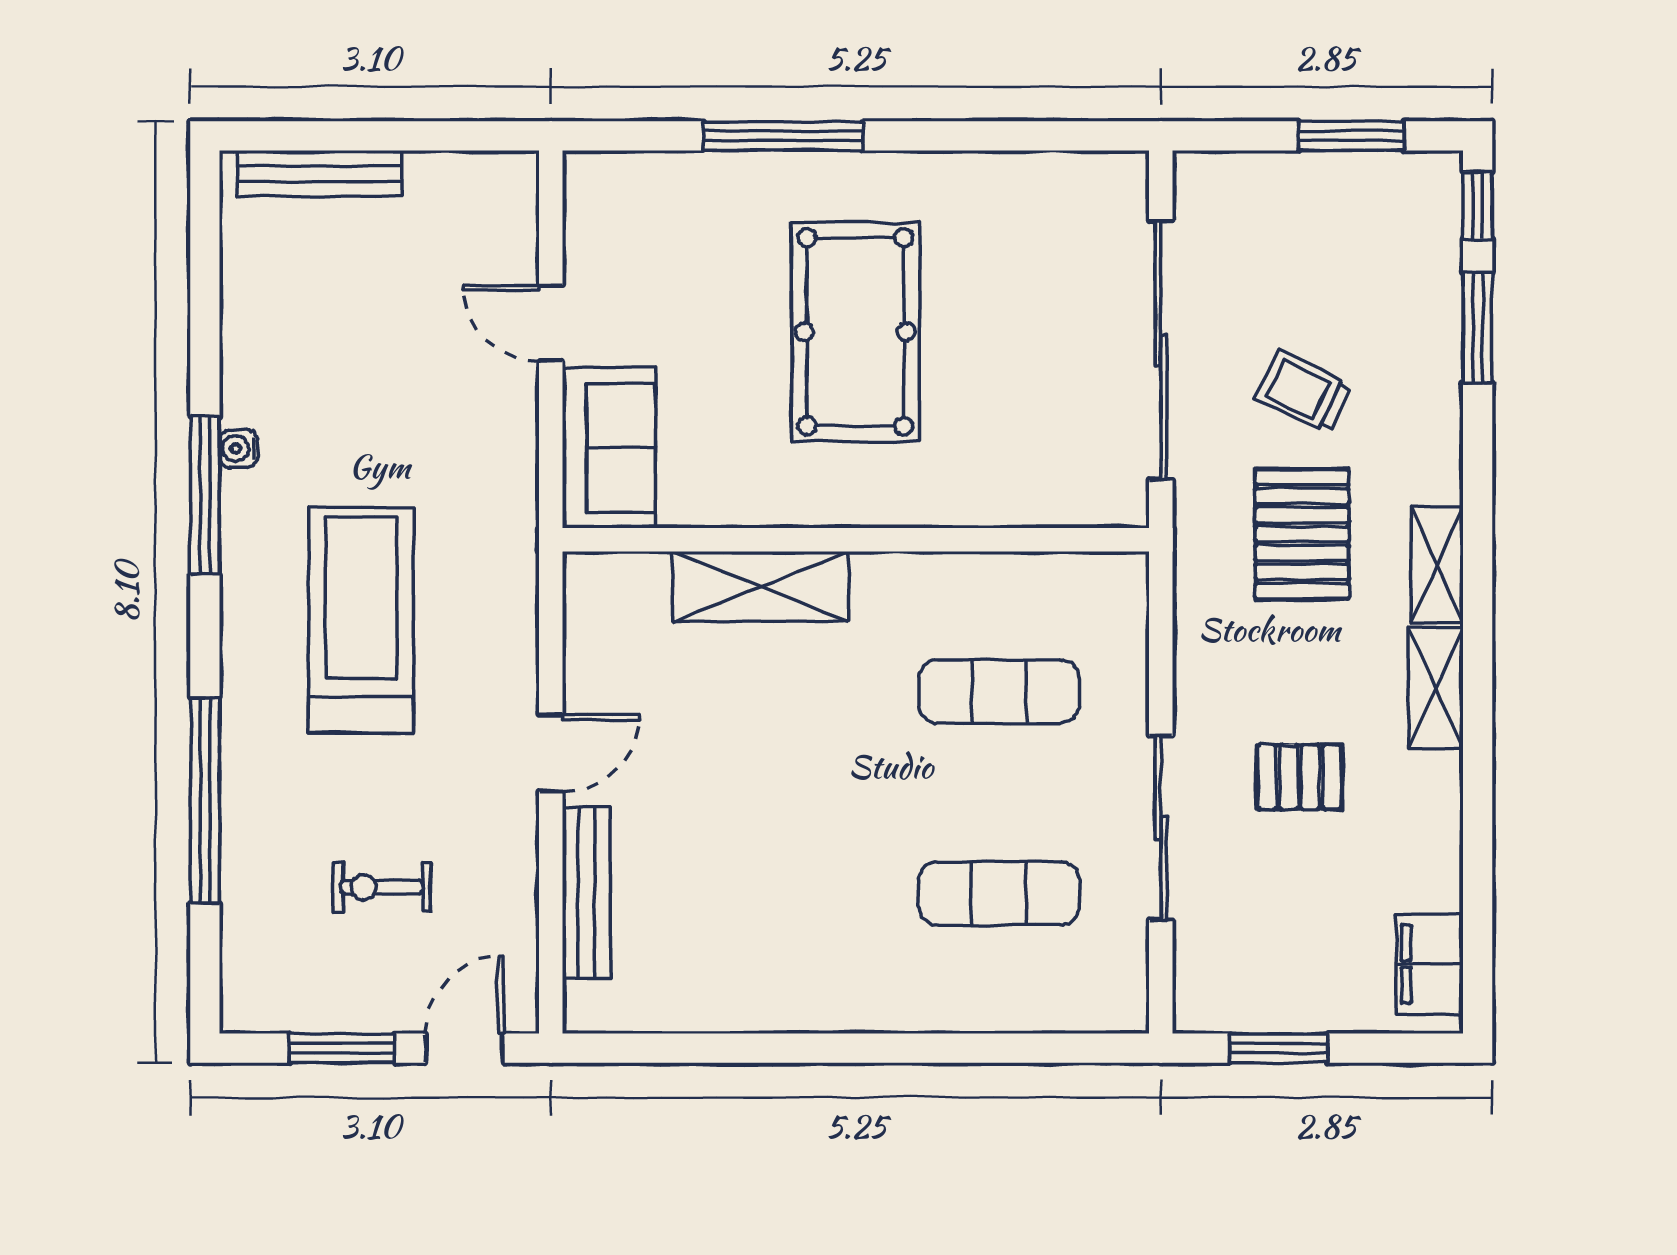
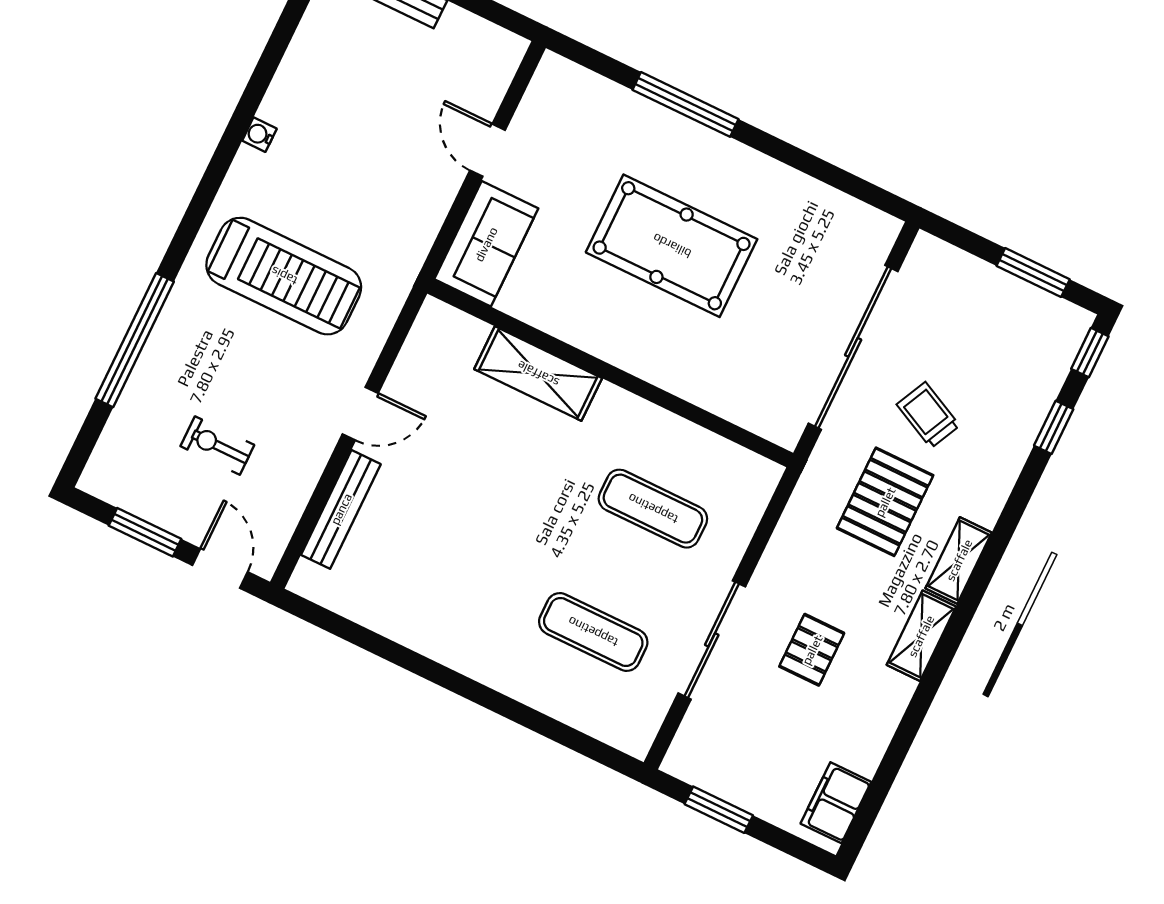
window: (1478, 328) -> (1054, 427), width x0.67
pool table: (855, 332) -> (672, 246), turned 90
window: (205, 495) -> (225, 153), removed
treadmill: (361, 620) -> (284, 276), turned 90
pallet: (1300, 777) -> (812, 650), turned 90
door: (464, 1048) -> (220, 569), hinge flipped

